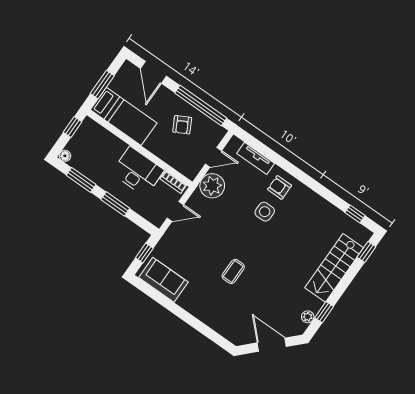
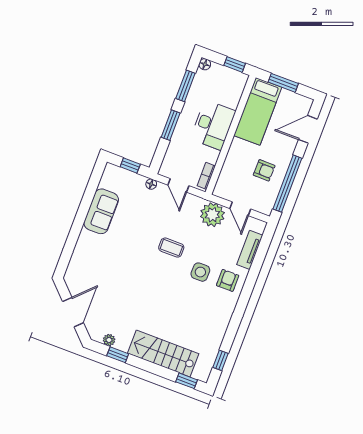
armchair: (182, 125) -> (264, 170), turned -151
desk: (138, 171) -> (213, 125), moved
floor lamp: (167, 237) -> (151, 184), added
coffee table: (233, 271) -> (171, 248), moved
sofa: (163, 280) -> (101, 211), moved

